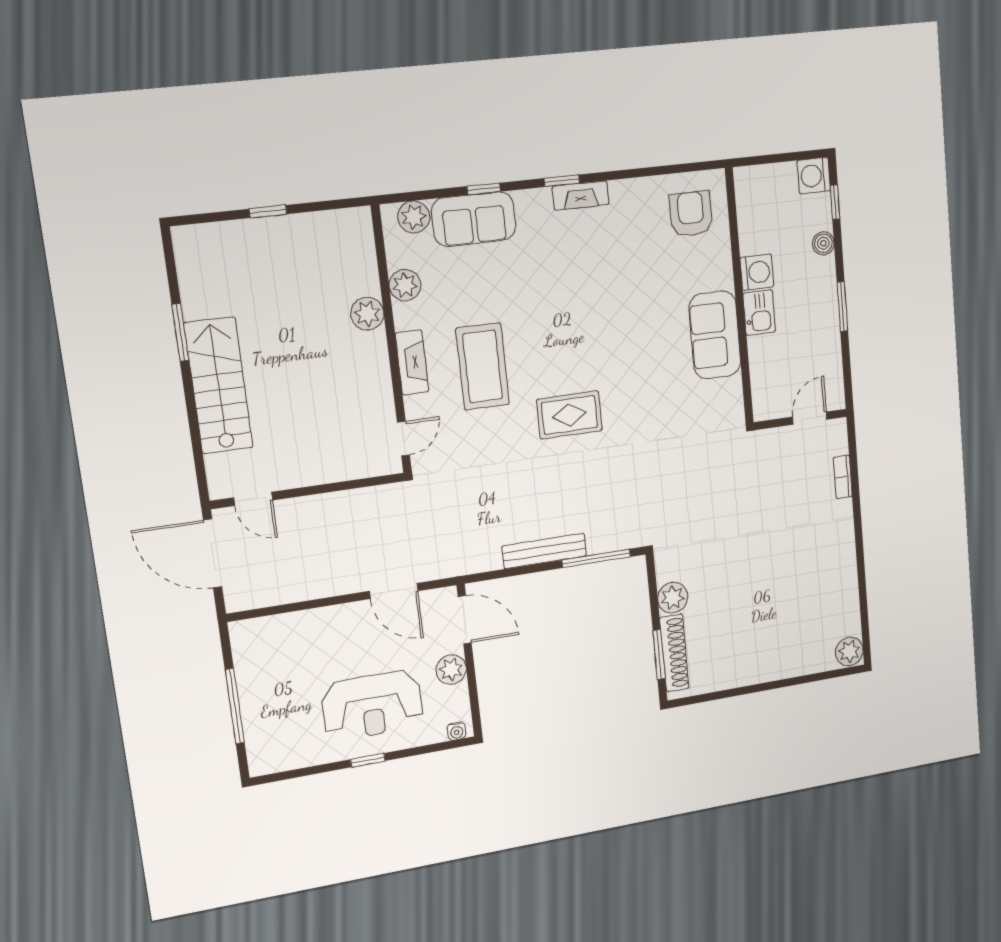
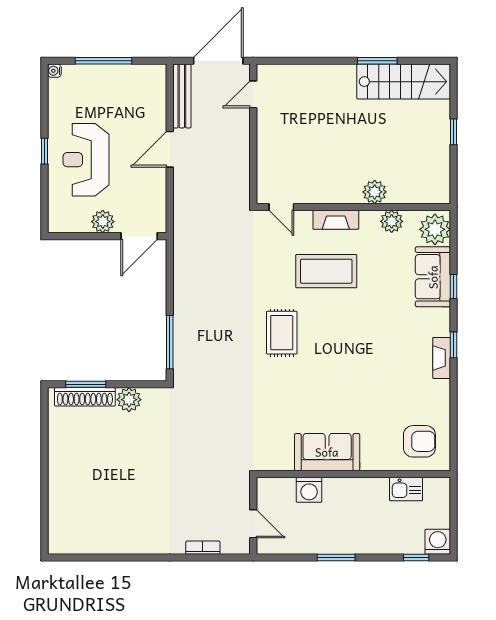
plant: (414, 217) -> (435, 229), width x1.36, depth x1.36
boiler: (823, 243) -> (386, 546), removed
washing machine: (757, 272) -> (309, 490), moved
kitchen sink: (759, 313) -> (406, 489), moved
stairs: (219, 385) -> (404, 82), moved
bench: (544, 551) -> (182, 96), moved
door: (394, 591) -> (170, 149), moved
plant: (849, 651) -> (61, 543), removed
water cooler: (456, 731) -> (54, 71), moved

